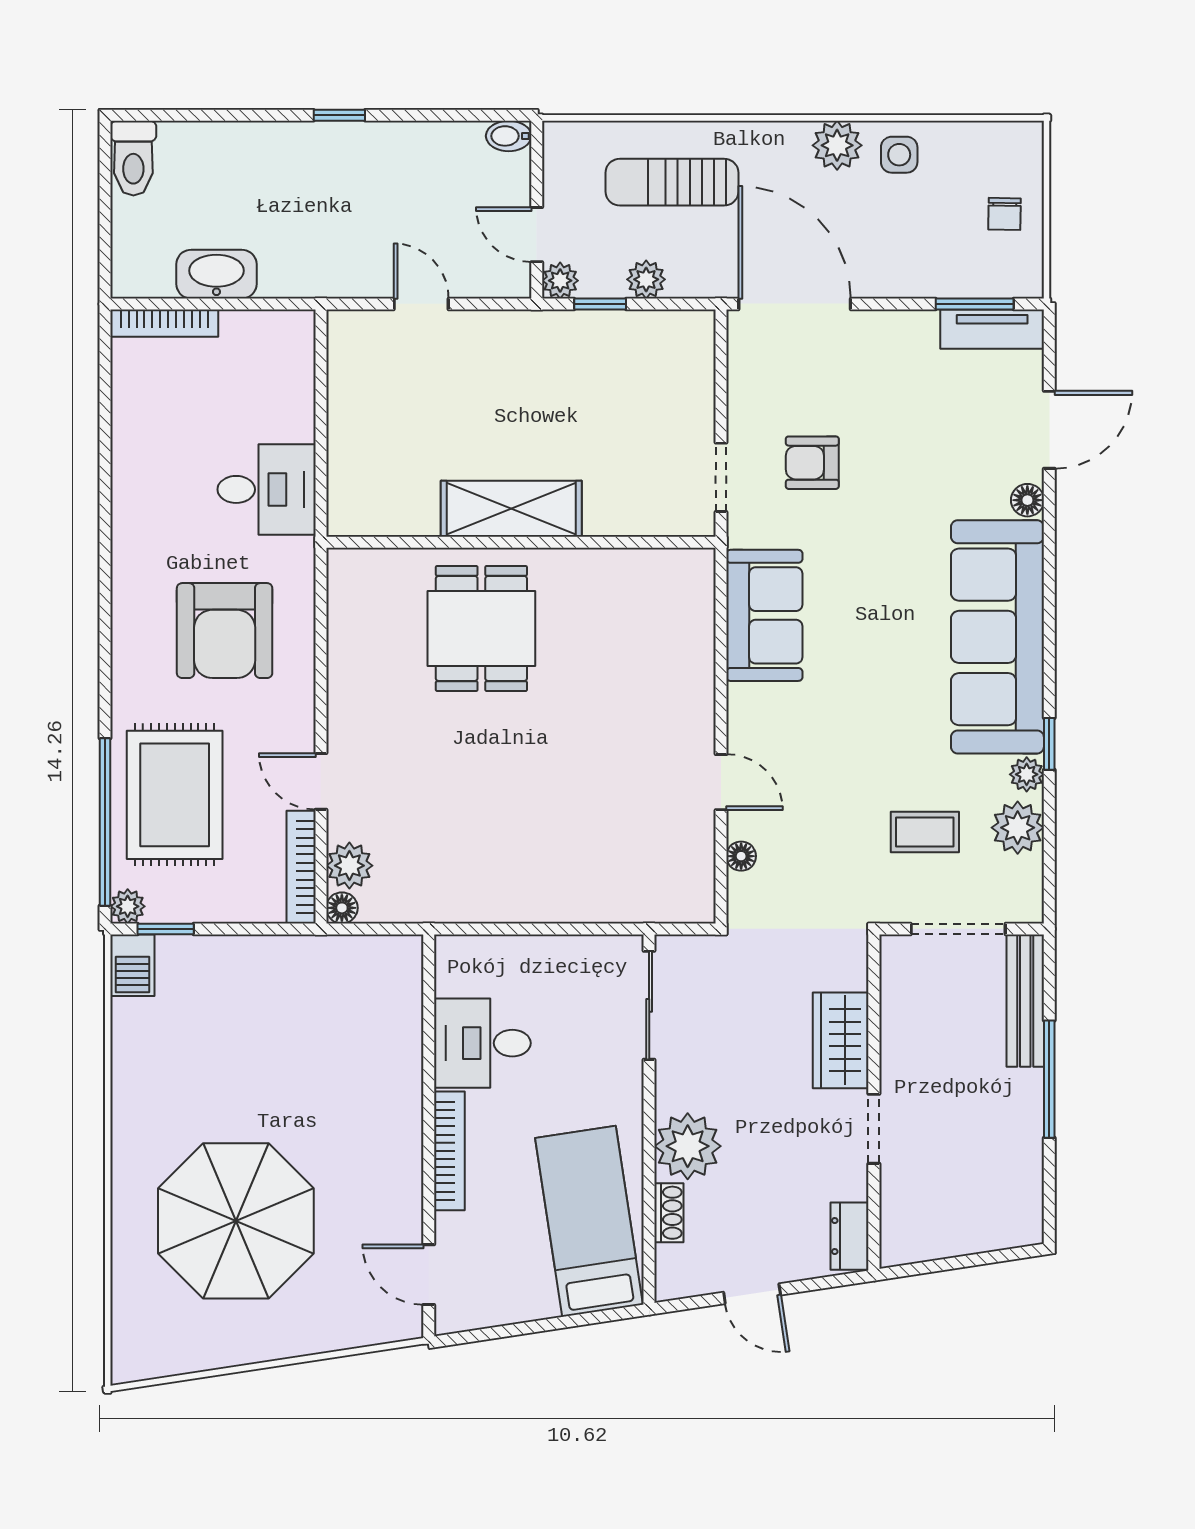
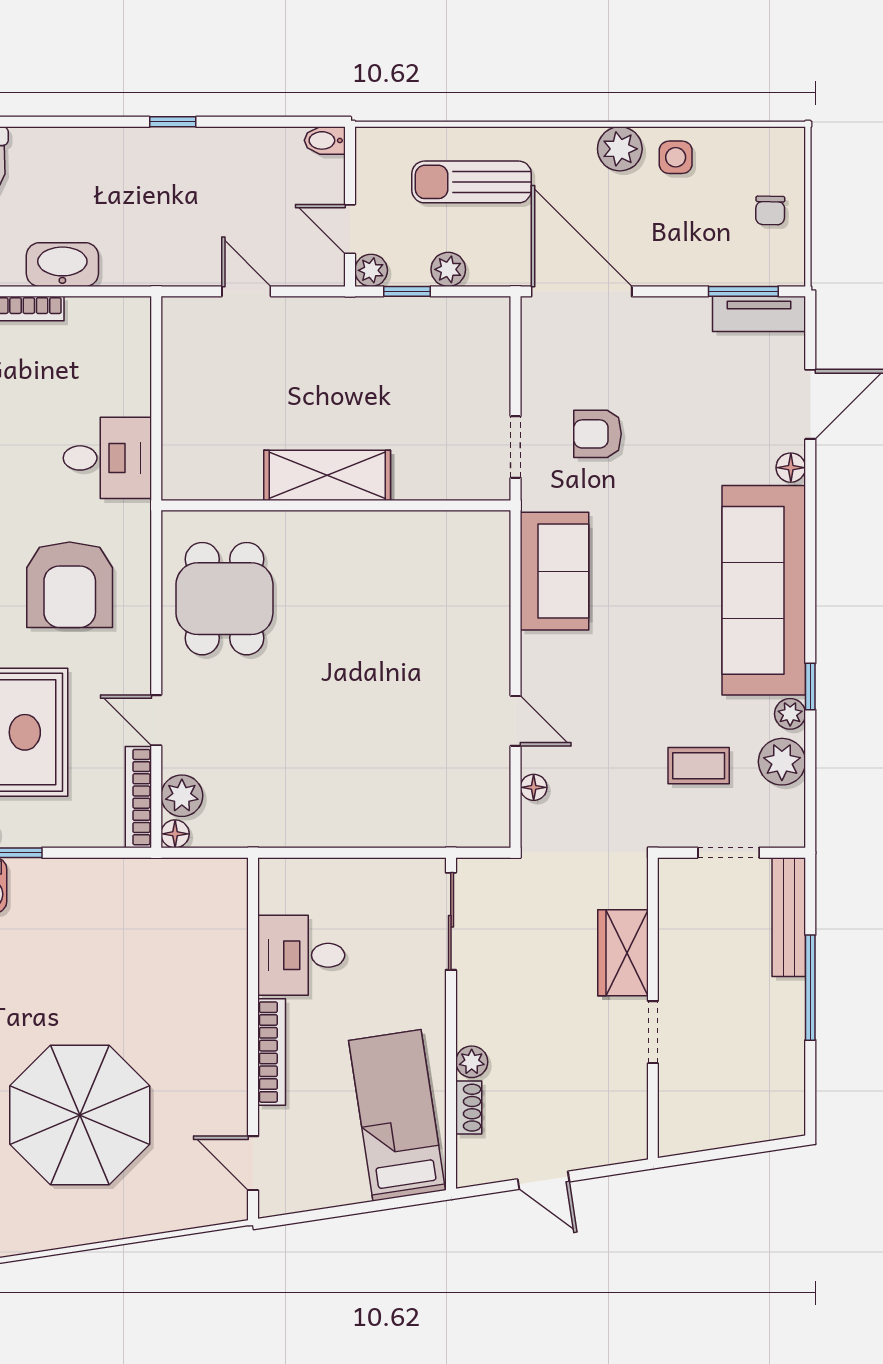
dining table: (481, 628) -> (224, 599), moved
doorway: (958, 929) -> (729, 853), width x0.73
plant: (688, 1146) -> (472, 1062), width x0.53, depth x0.53
dresser: (850, 1236) -> (631, 1129), removed

